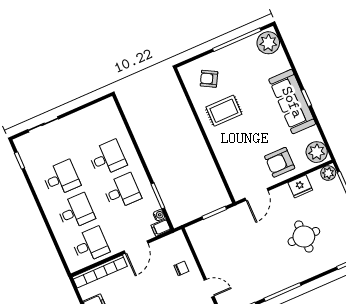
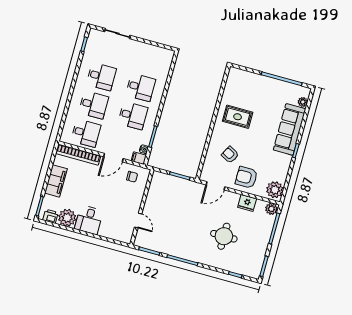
plant: (268, 43) -> (303, 102), width x0.53, depth x0.53
armchair: (209, 79) -> (230, 155), moved
sofa: (292, 102) -> (290, 129), moved
chair: (181, 268) -> (132, 177), moved

